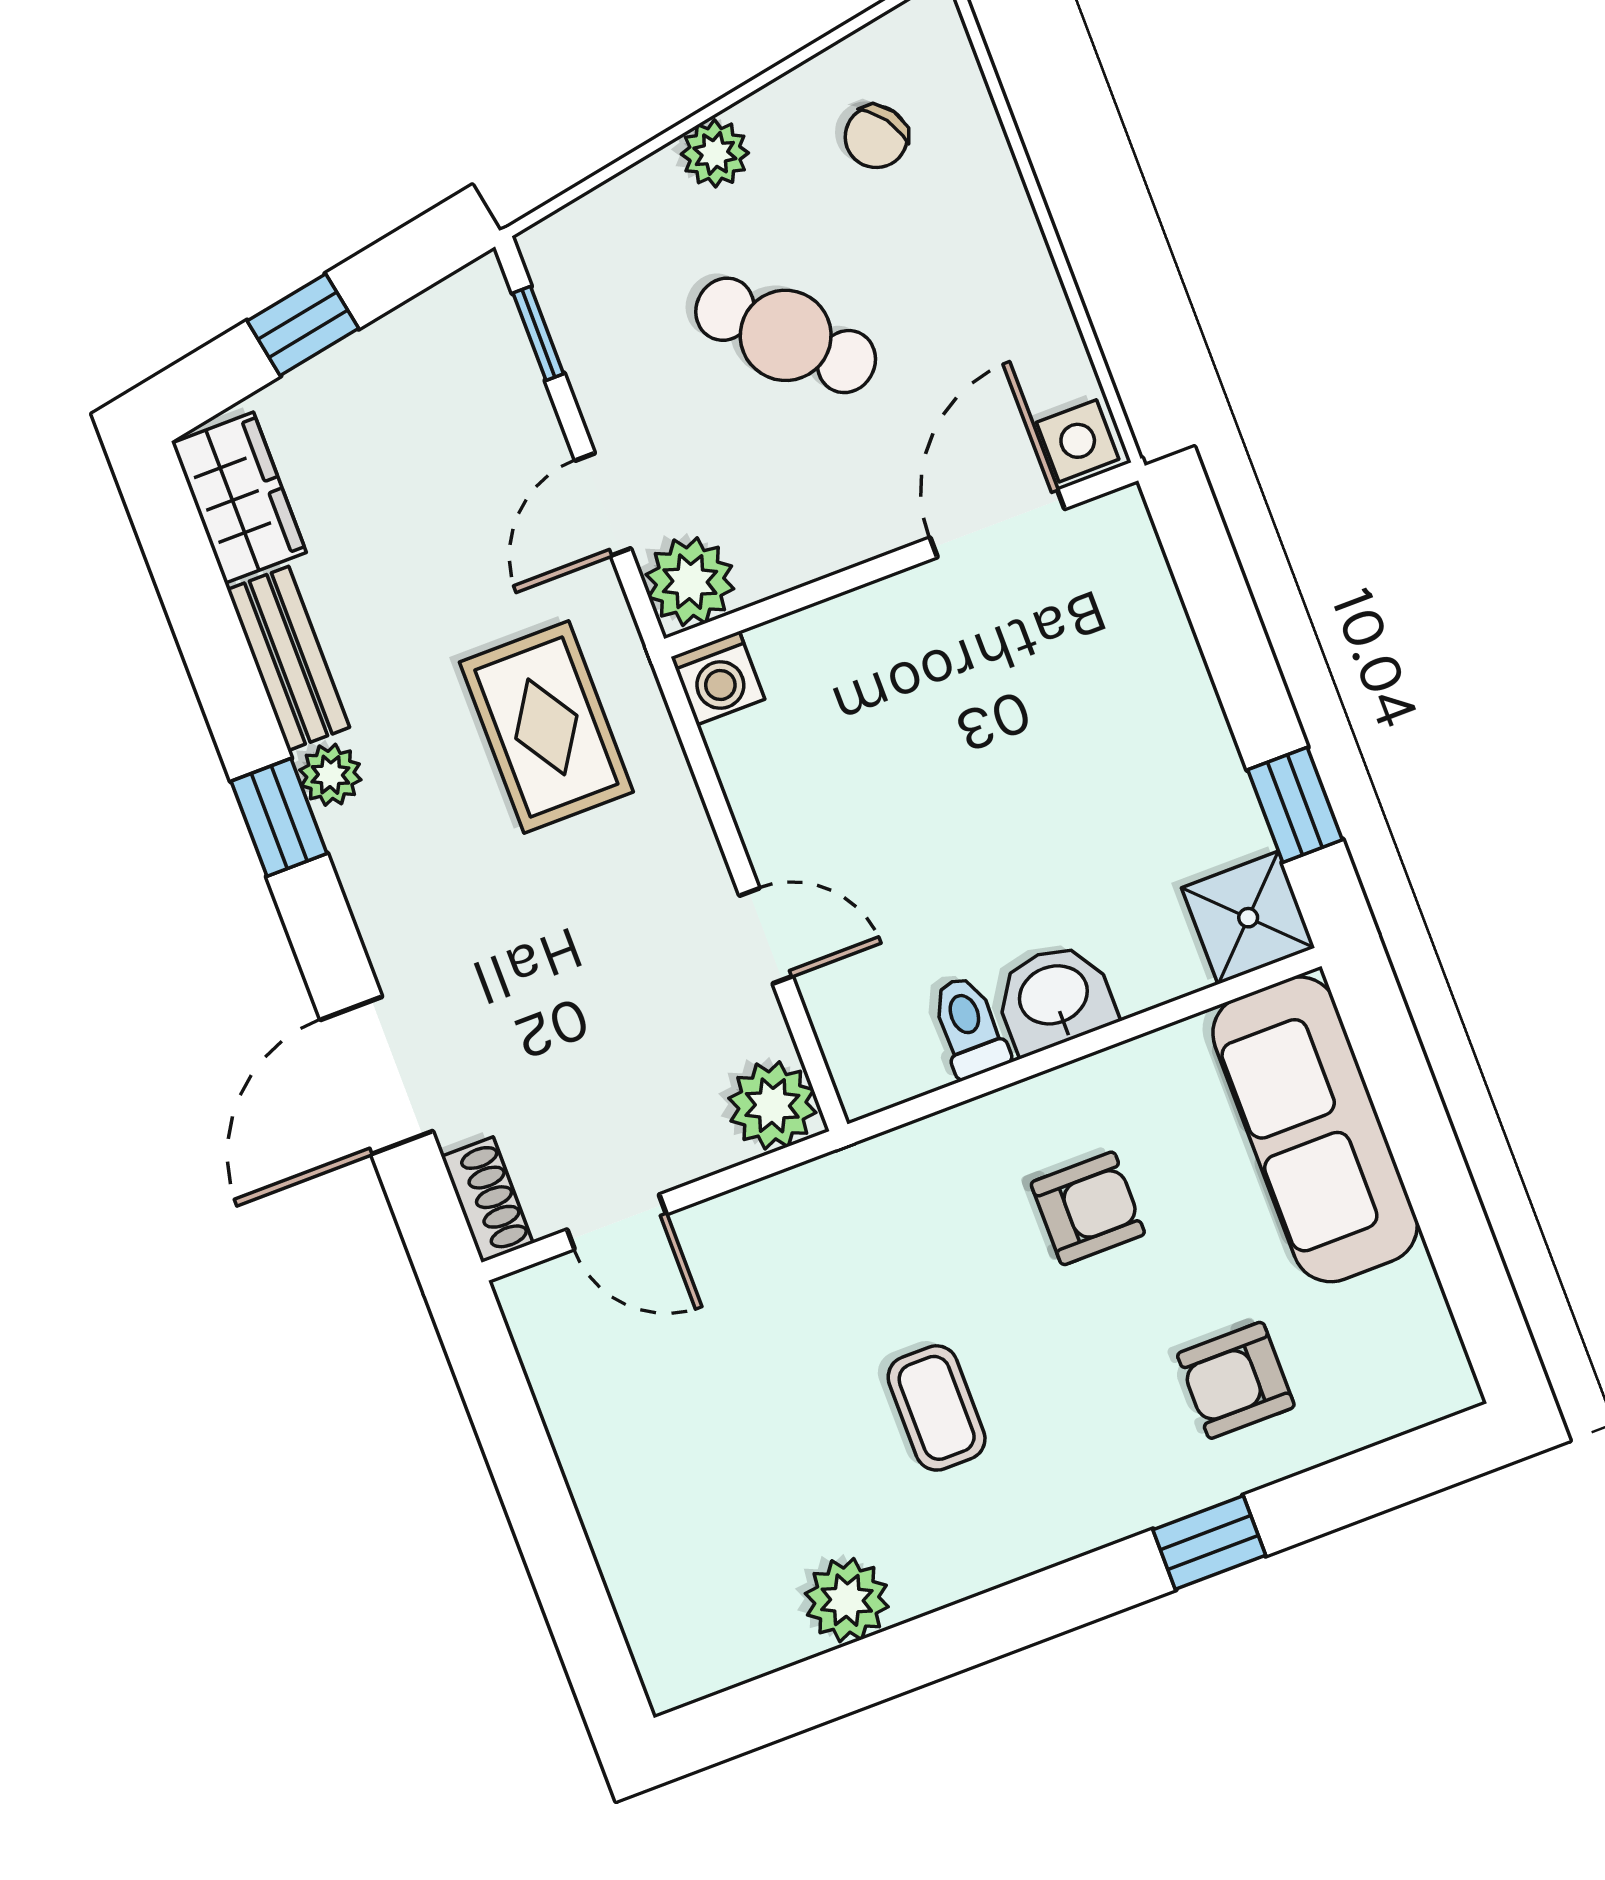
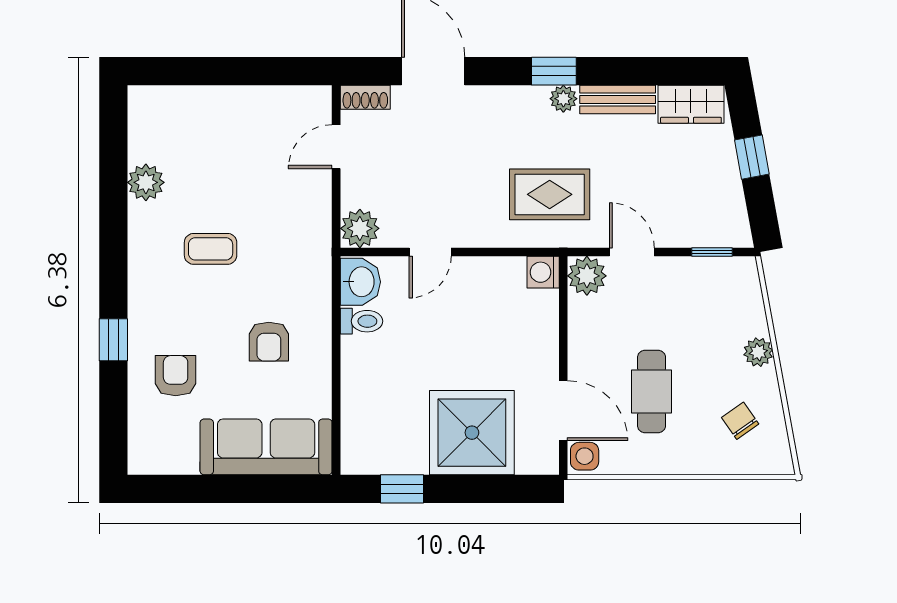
cafe table: (786, 335) -> (652, 391), moved, turned -44
shower: (1248, 918) -> (472, 433), moved, width x1.86, depth x1.86
washbasin: (1054, 997) -> (360, 282), moved

